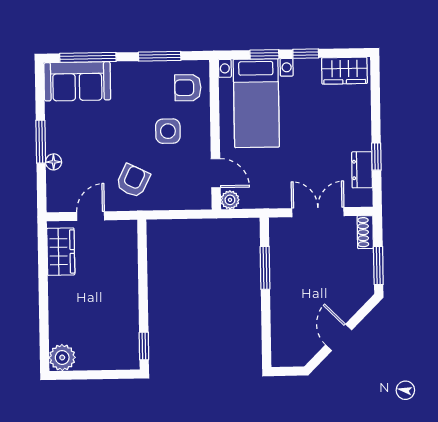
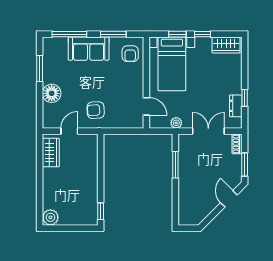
sofa: (77, 81) -> (89, 49), moved
armchair: (188, 88) -> (130, 54), turned -90
side table: (168, 131) -> (118, 80), removed
window: (41, 142) -> (40, 69), moved
floor lamp: (54, 162) -> (52, 93), width x1.89, depth x1.89
armchair: (133, 181) -> (96, 110), turned -119
plant: (230, 200) -> (176, 123), moved
door: (339, 337) -> (229, 199), moved

